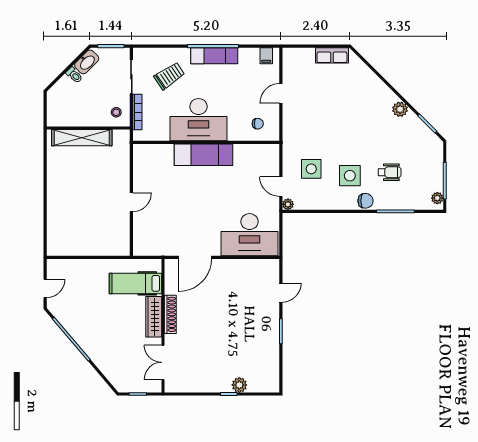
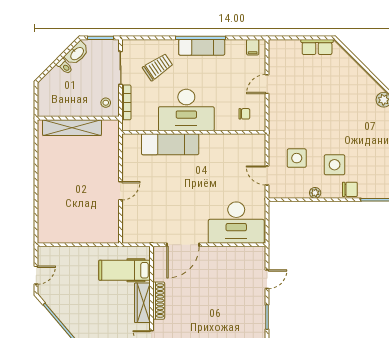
exam couch: (204, 155) -> (170, 144), moved
wheelchair: (390, 172) -> (373, 161), removed
plant: (288, 204) -> (315, 193), moved

